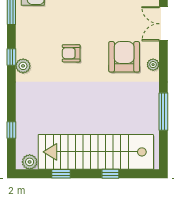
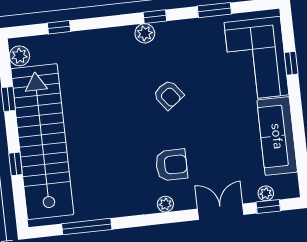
armchair: (71, 53) -> (168, 95), turned 143
armchair: (124, 57) -> (171, 165), width x0.73, depth x0.73
window: (163, 112) -> (87, 227), moved

